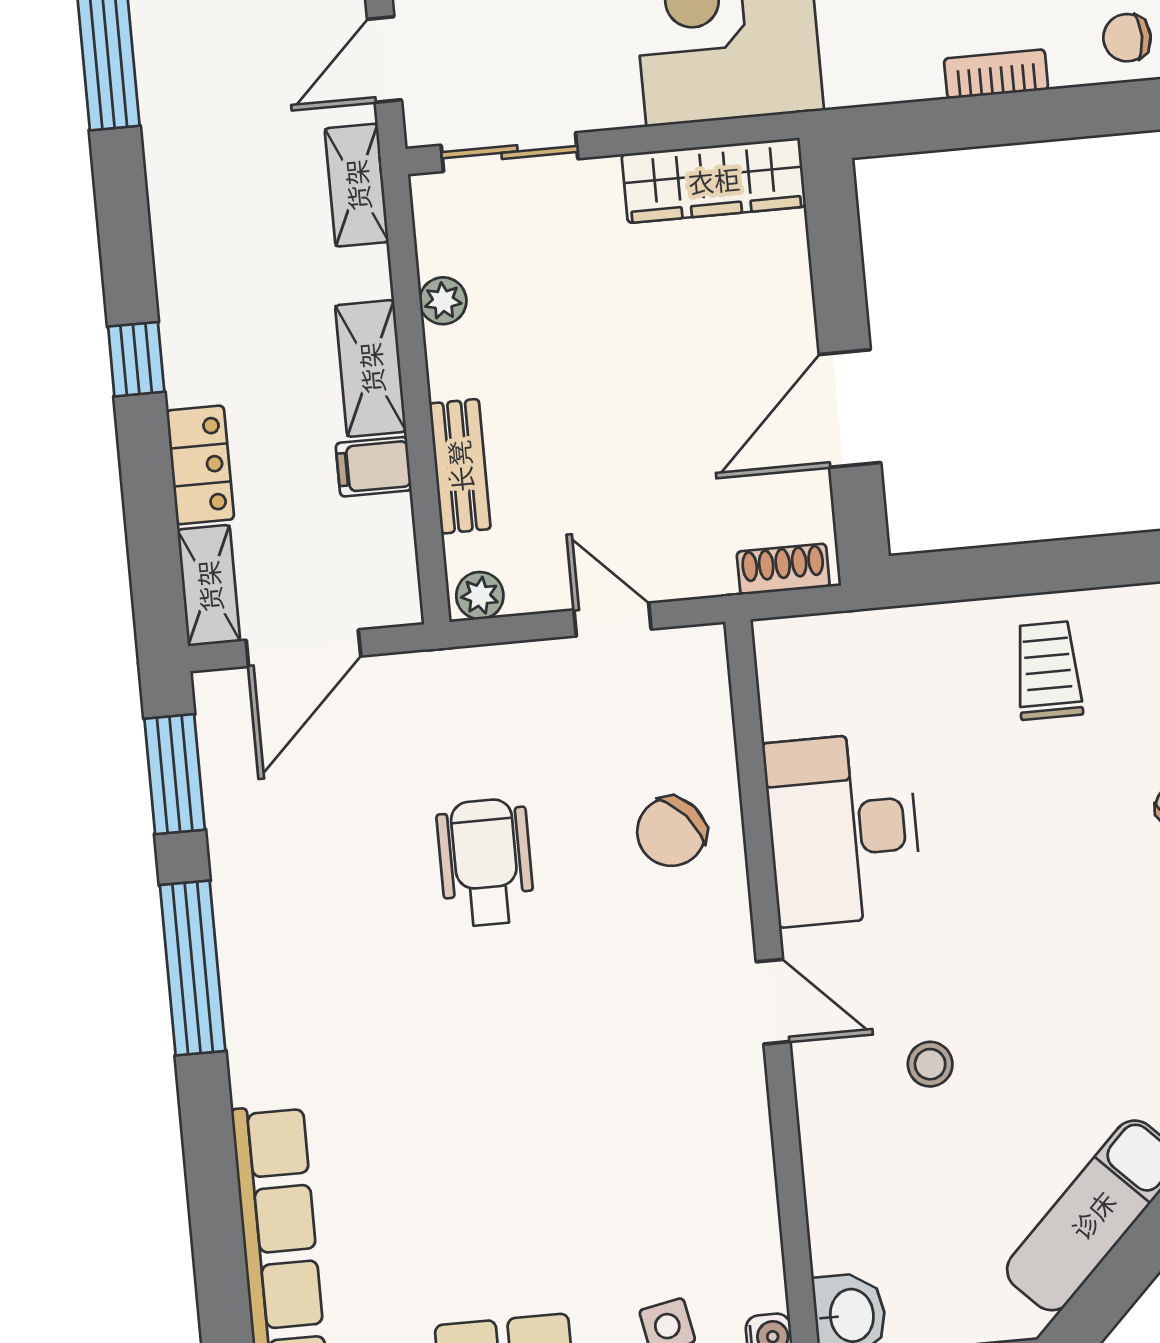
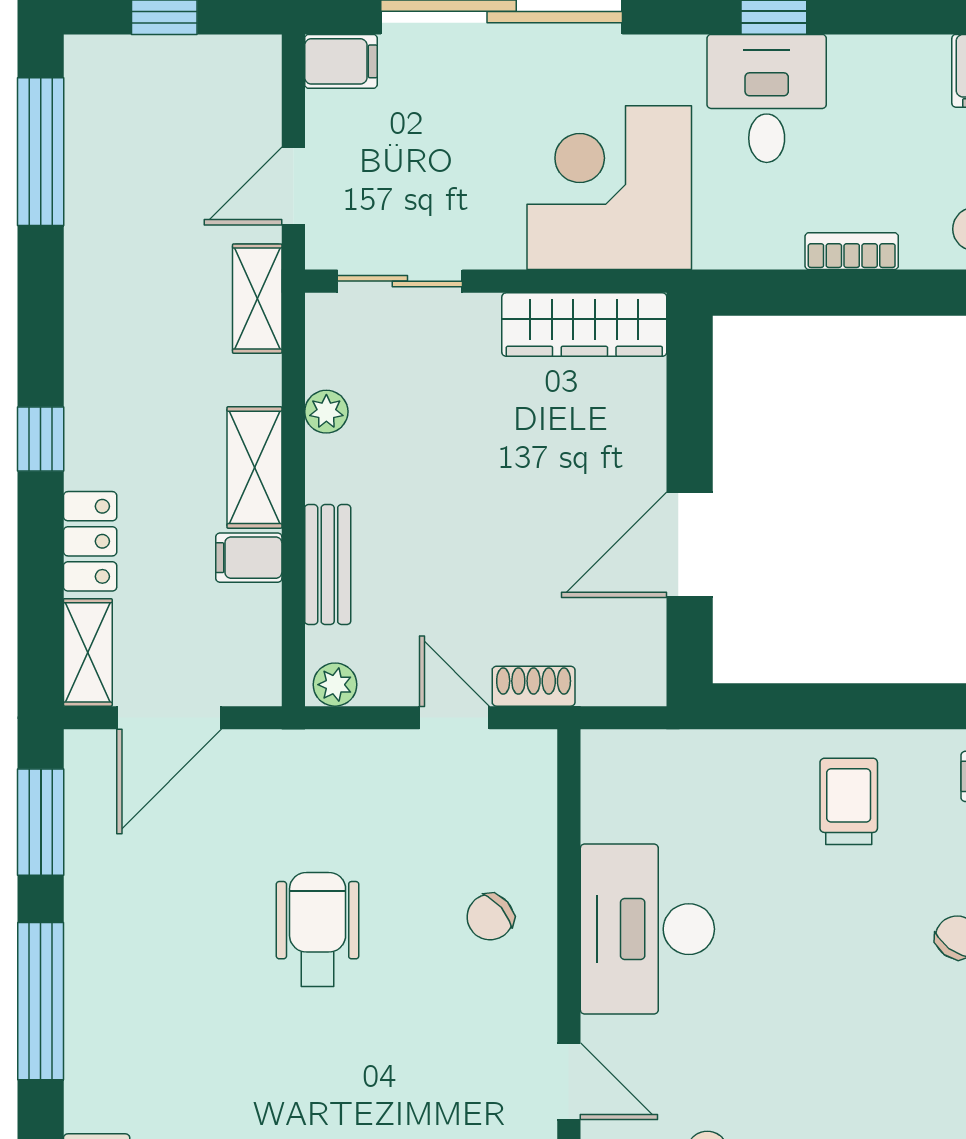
shoe rack: (783, 569) -> (534, 686), moved
chair: (671, 832) -> (490, 917), width x0.73, depth x0.73

